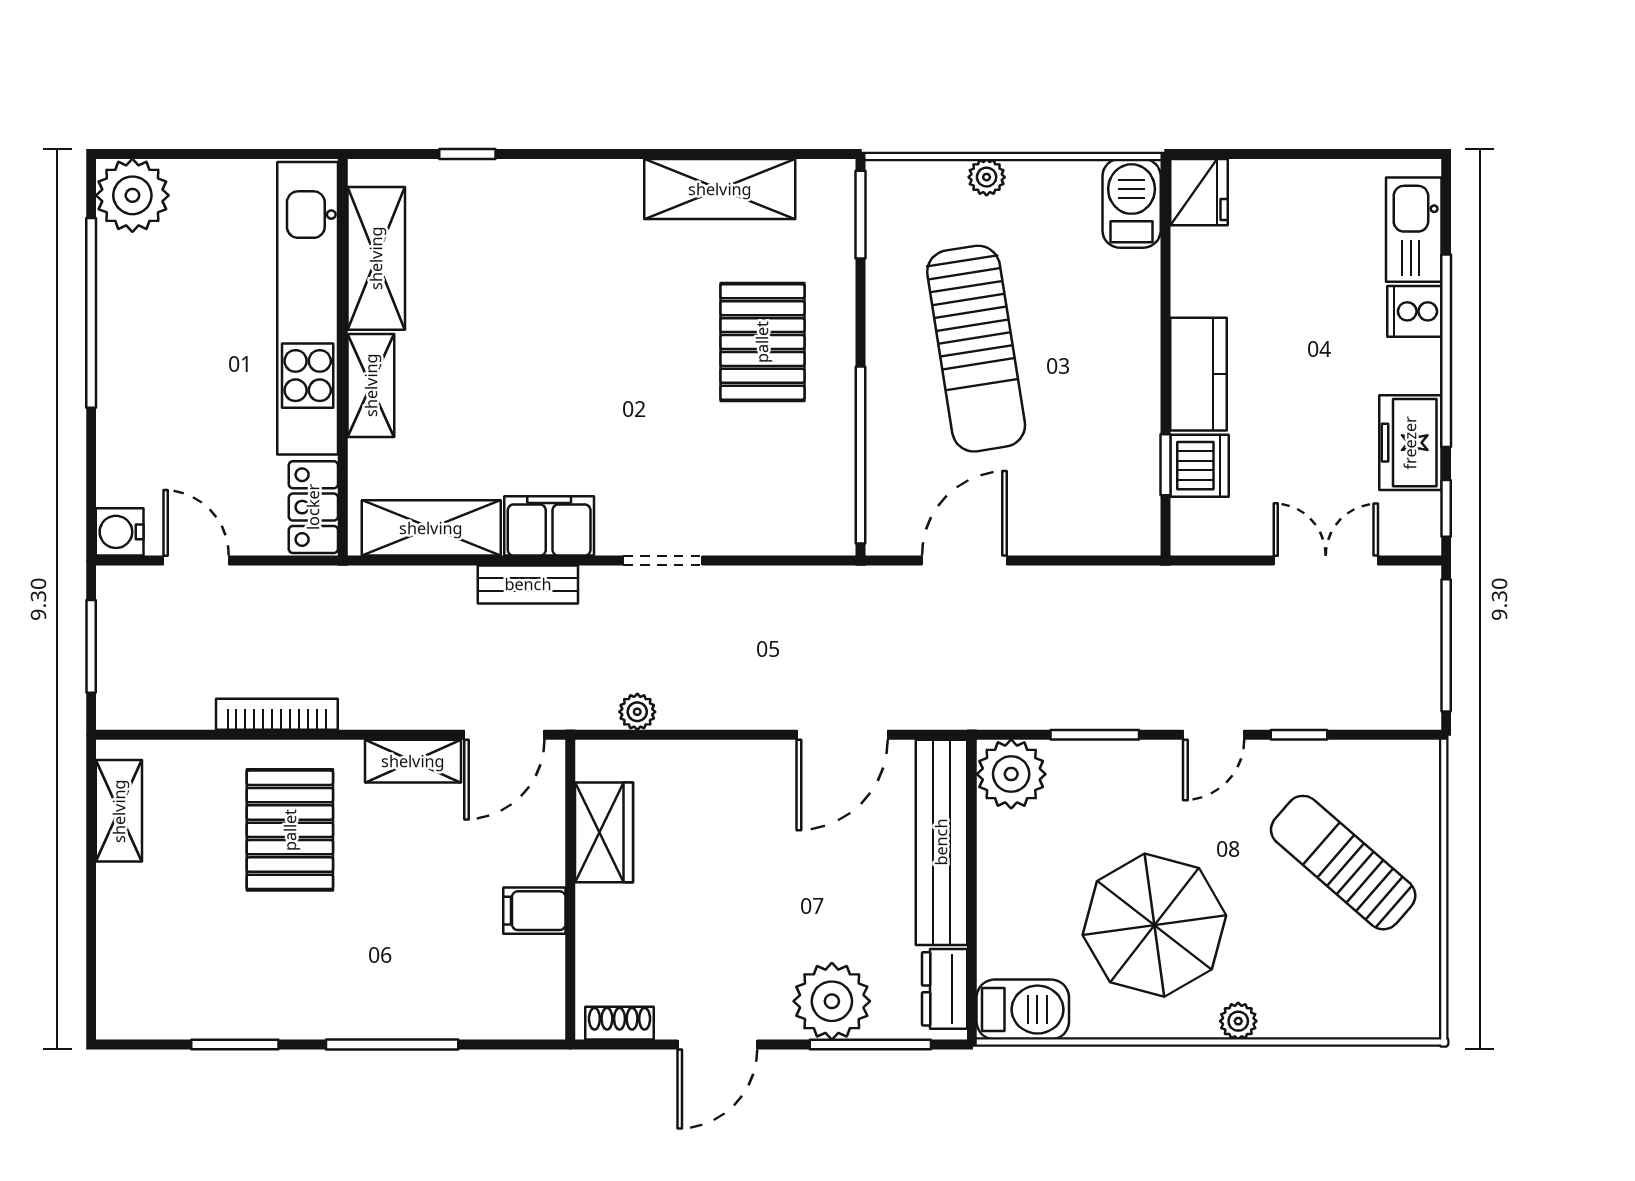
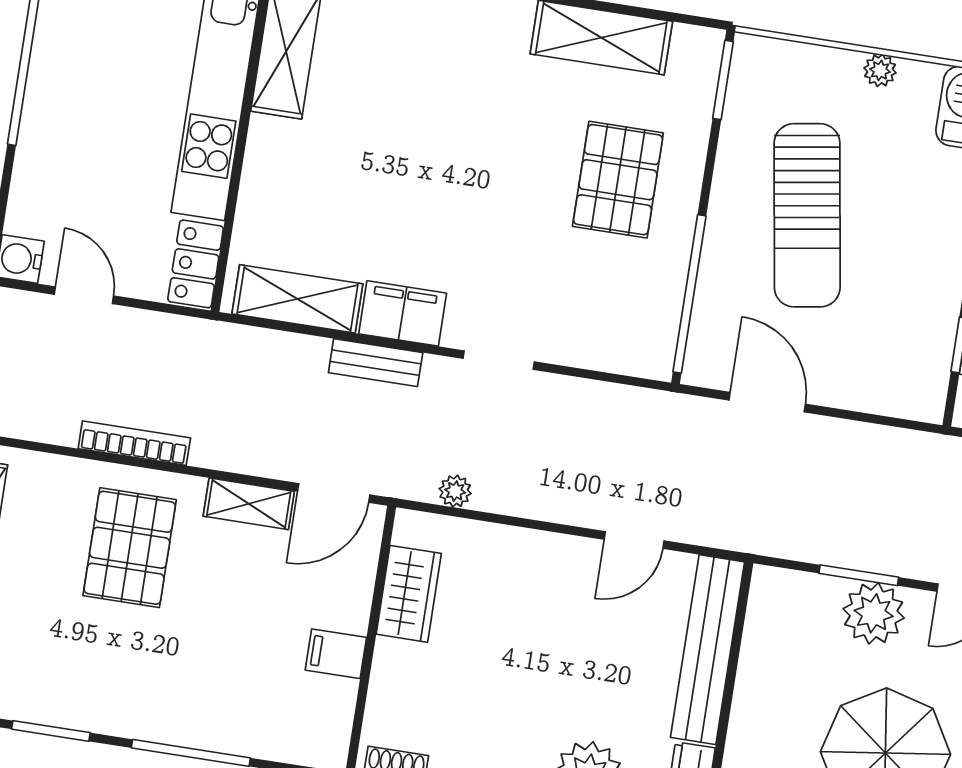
plant: (987, 177) -> (880, 70), moved
shelving: (371, 385) -> (264, 164), removed
door: (964, 561) -> (767, 402), hinge flipped
door: (842, 735) -> (634, 540), width x0.73
plant: (1011, 774) -> (874, 613), moved

